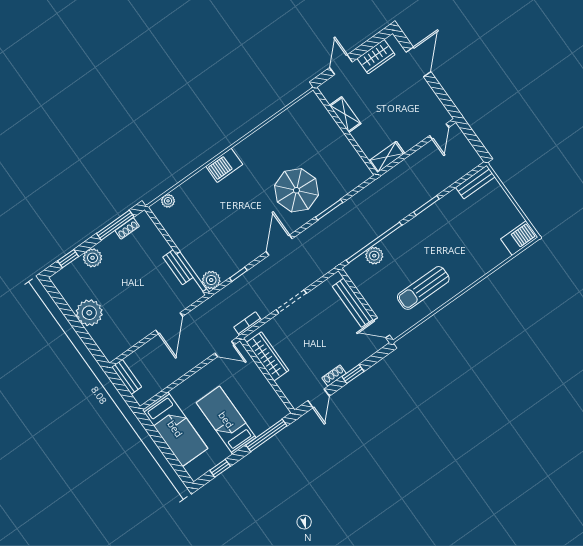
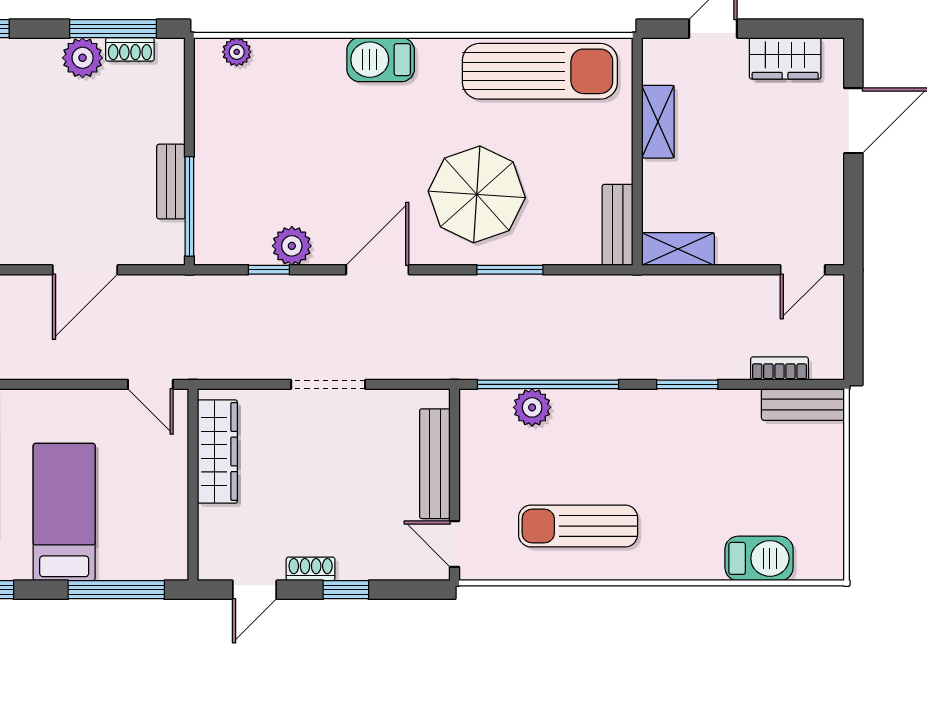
sun lounger: (287, 127) -> (540, 71), added
bench: (358, 164) -> (617, 225), added
barbecue: (519, 238) -> (759, 558), moved
plant: (93, 258) -> (83, 58), moved
plant: (211, 280) -> (292, 246), moved
bookcase: (248, 324) -> (779, 369), moved

